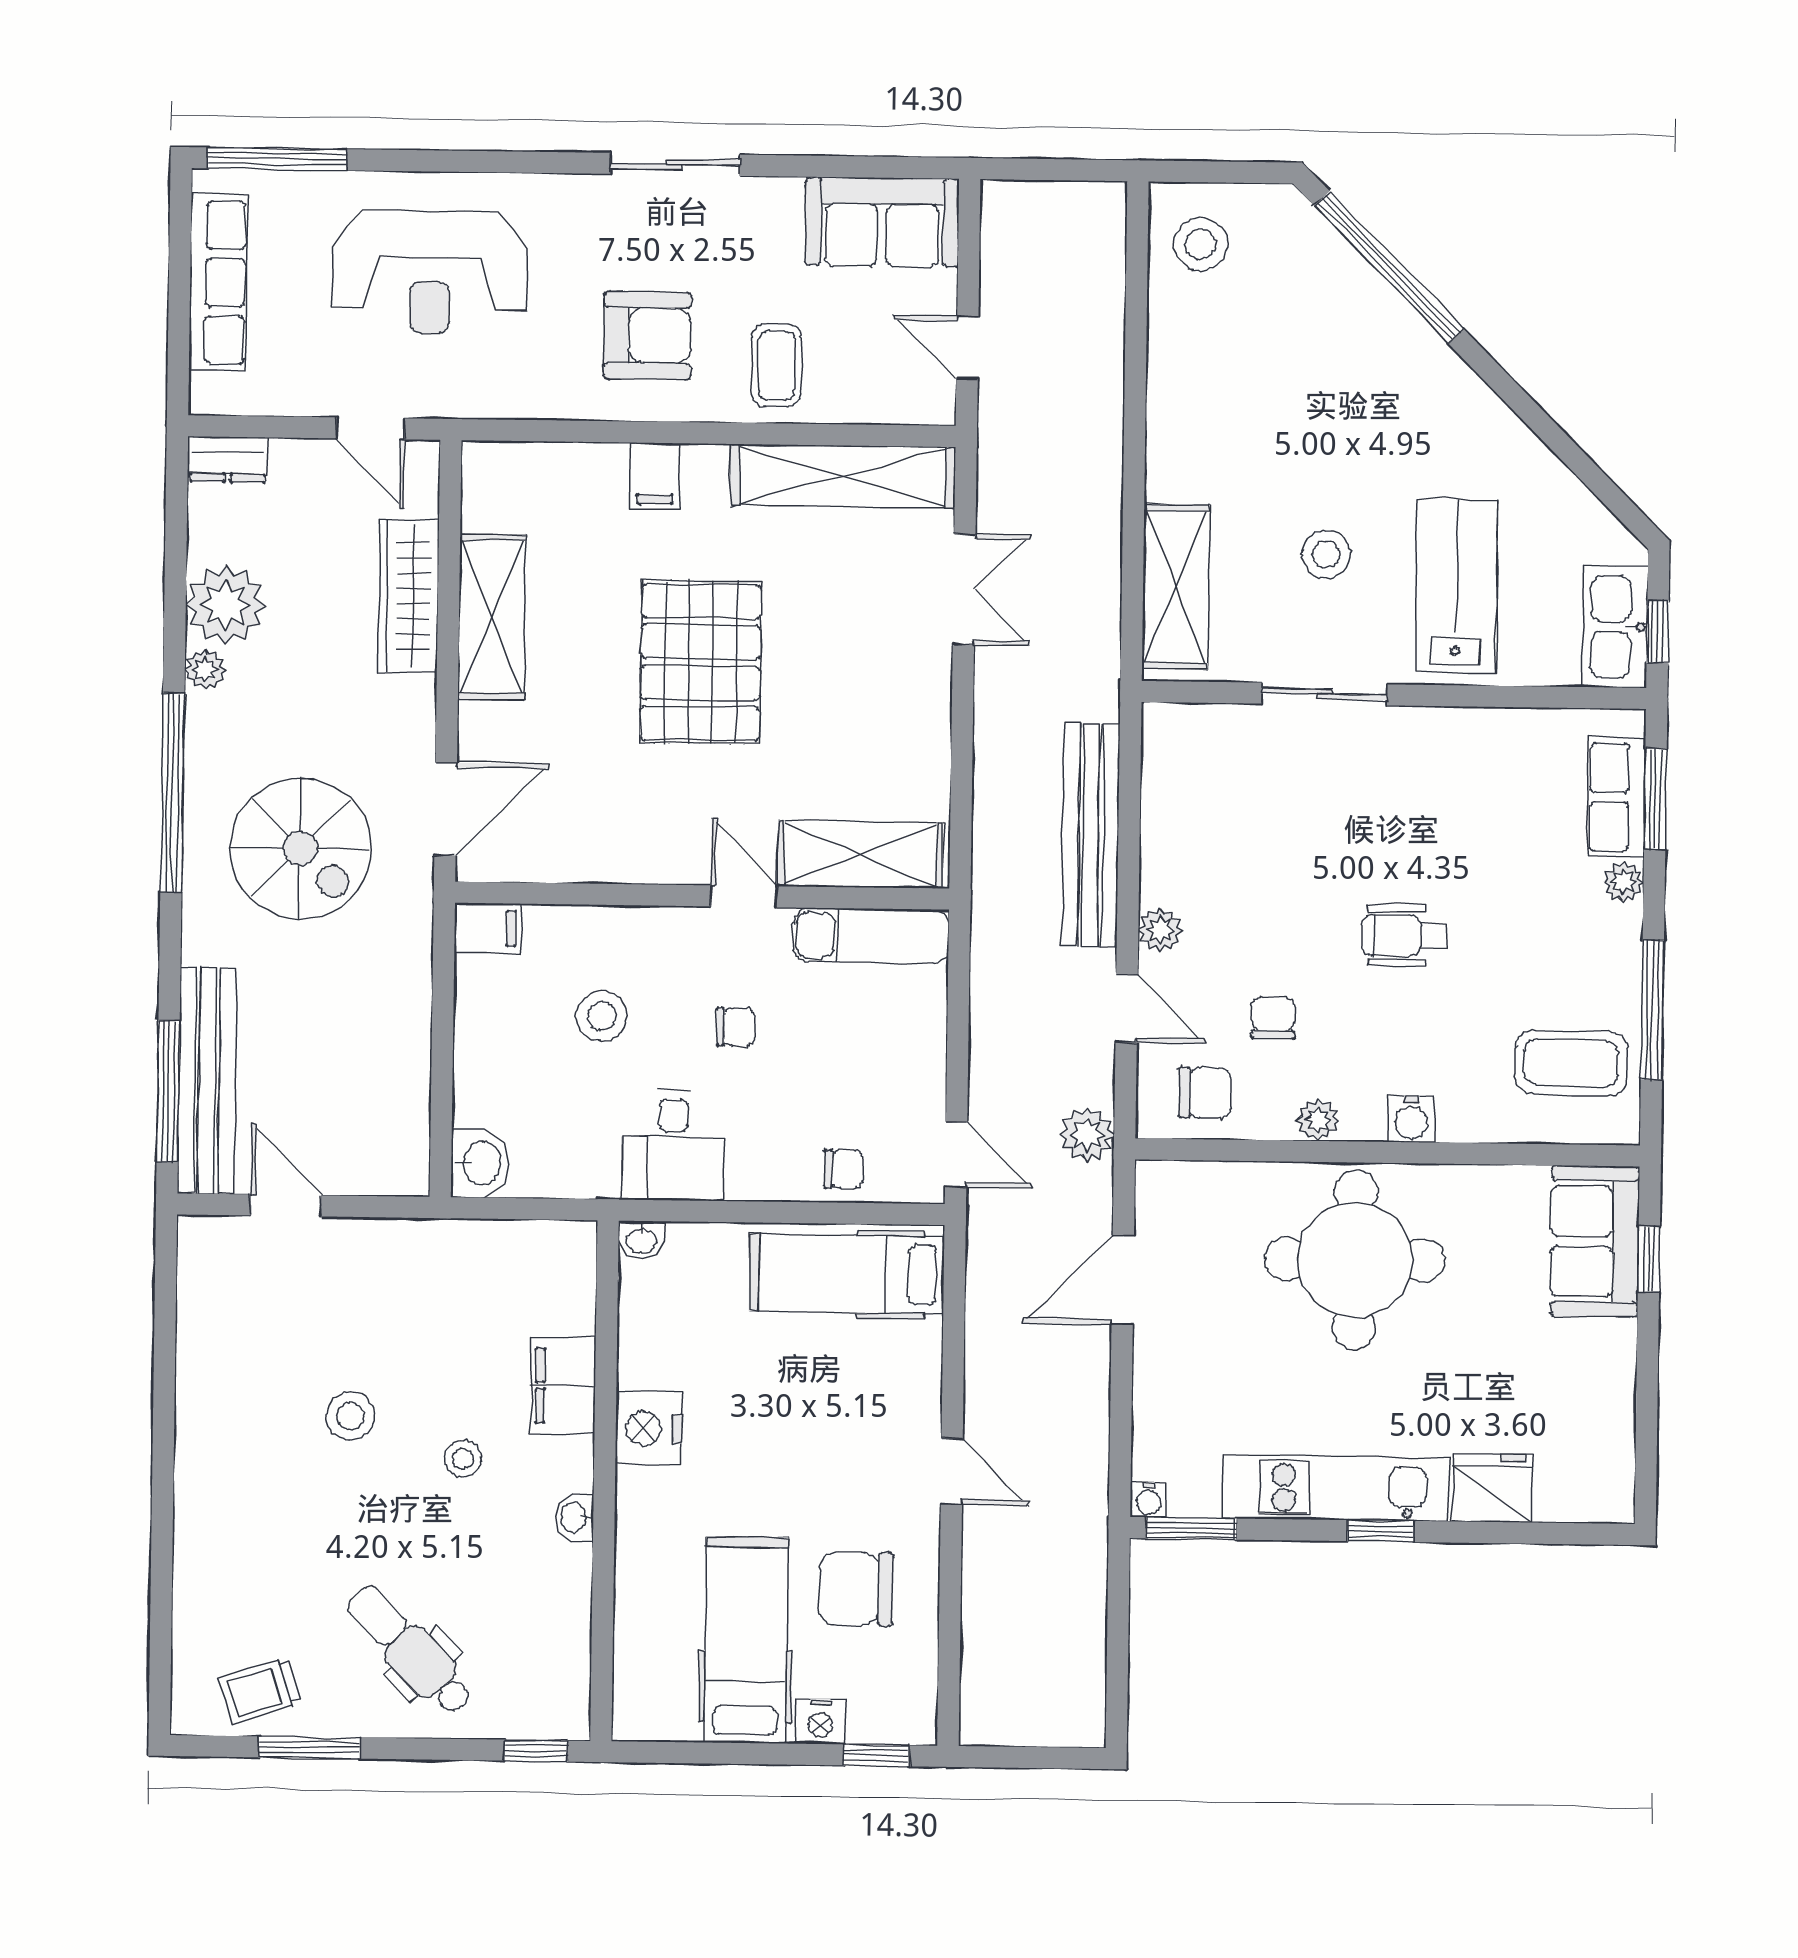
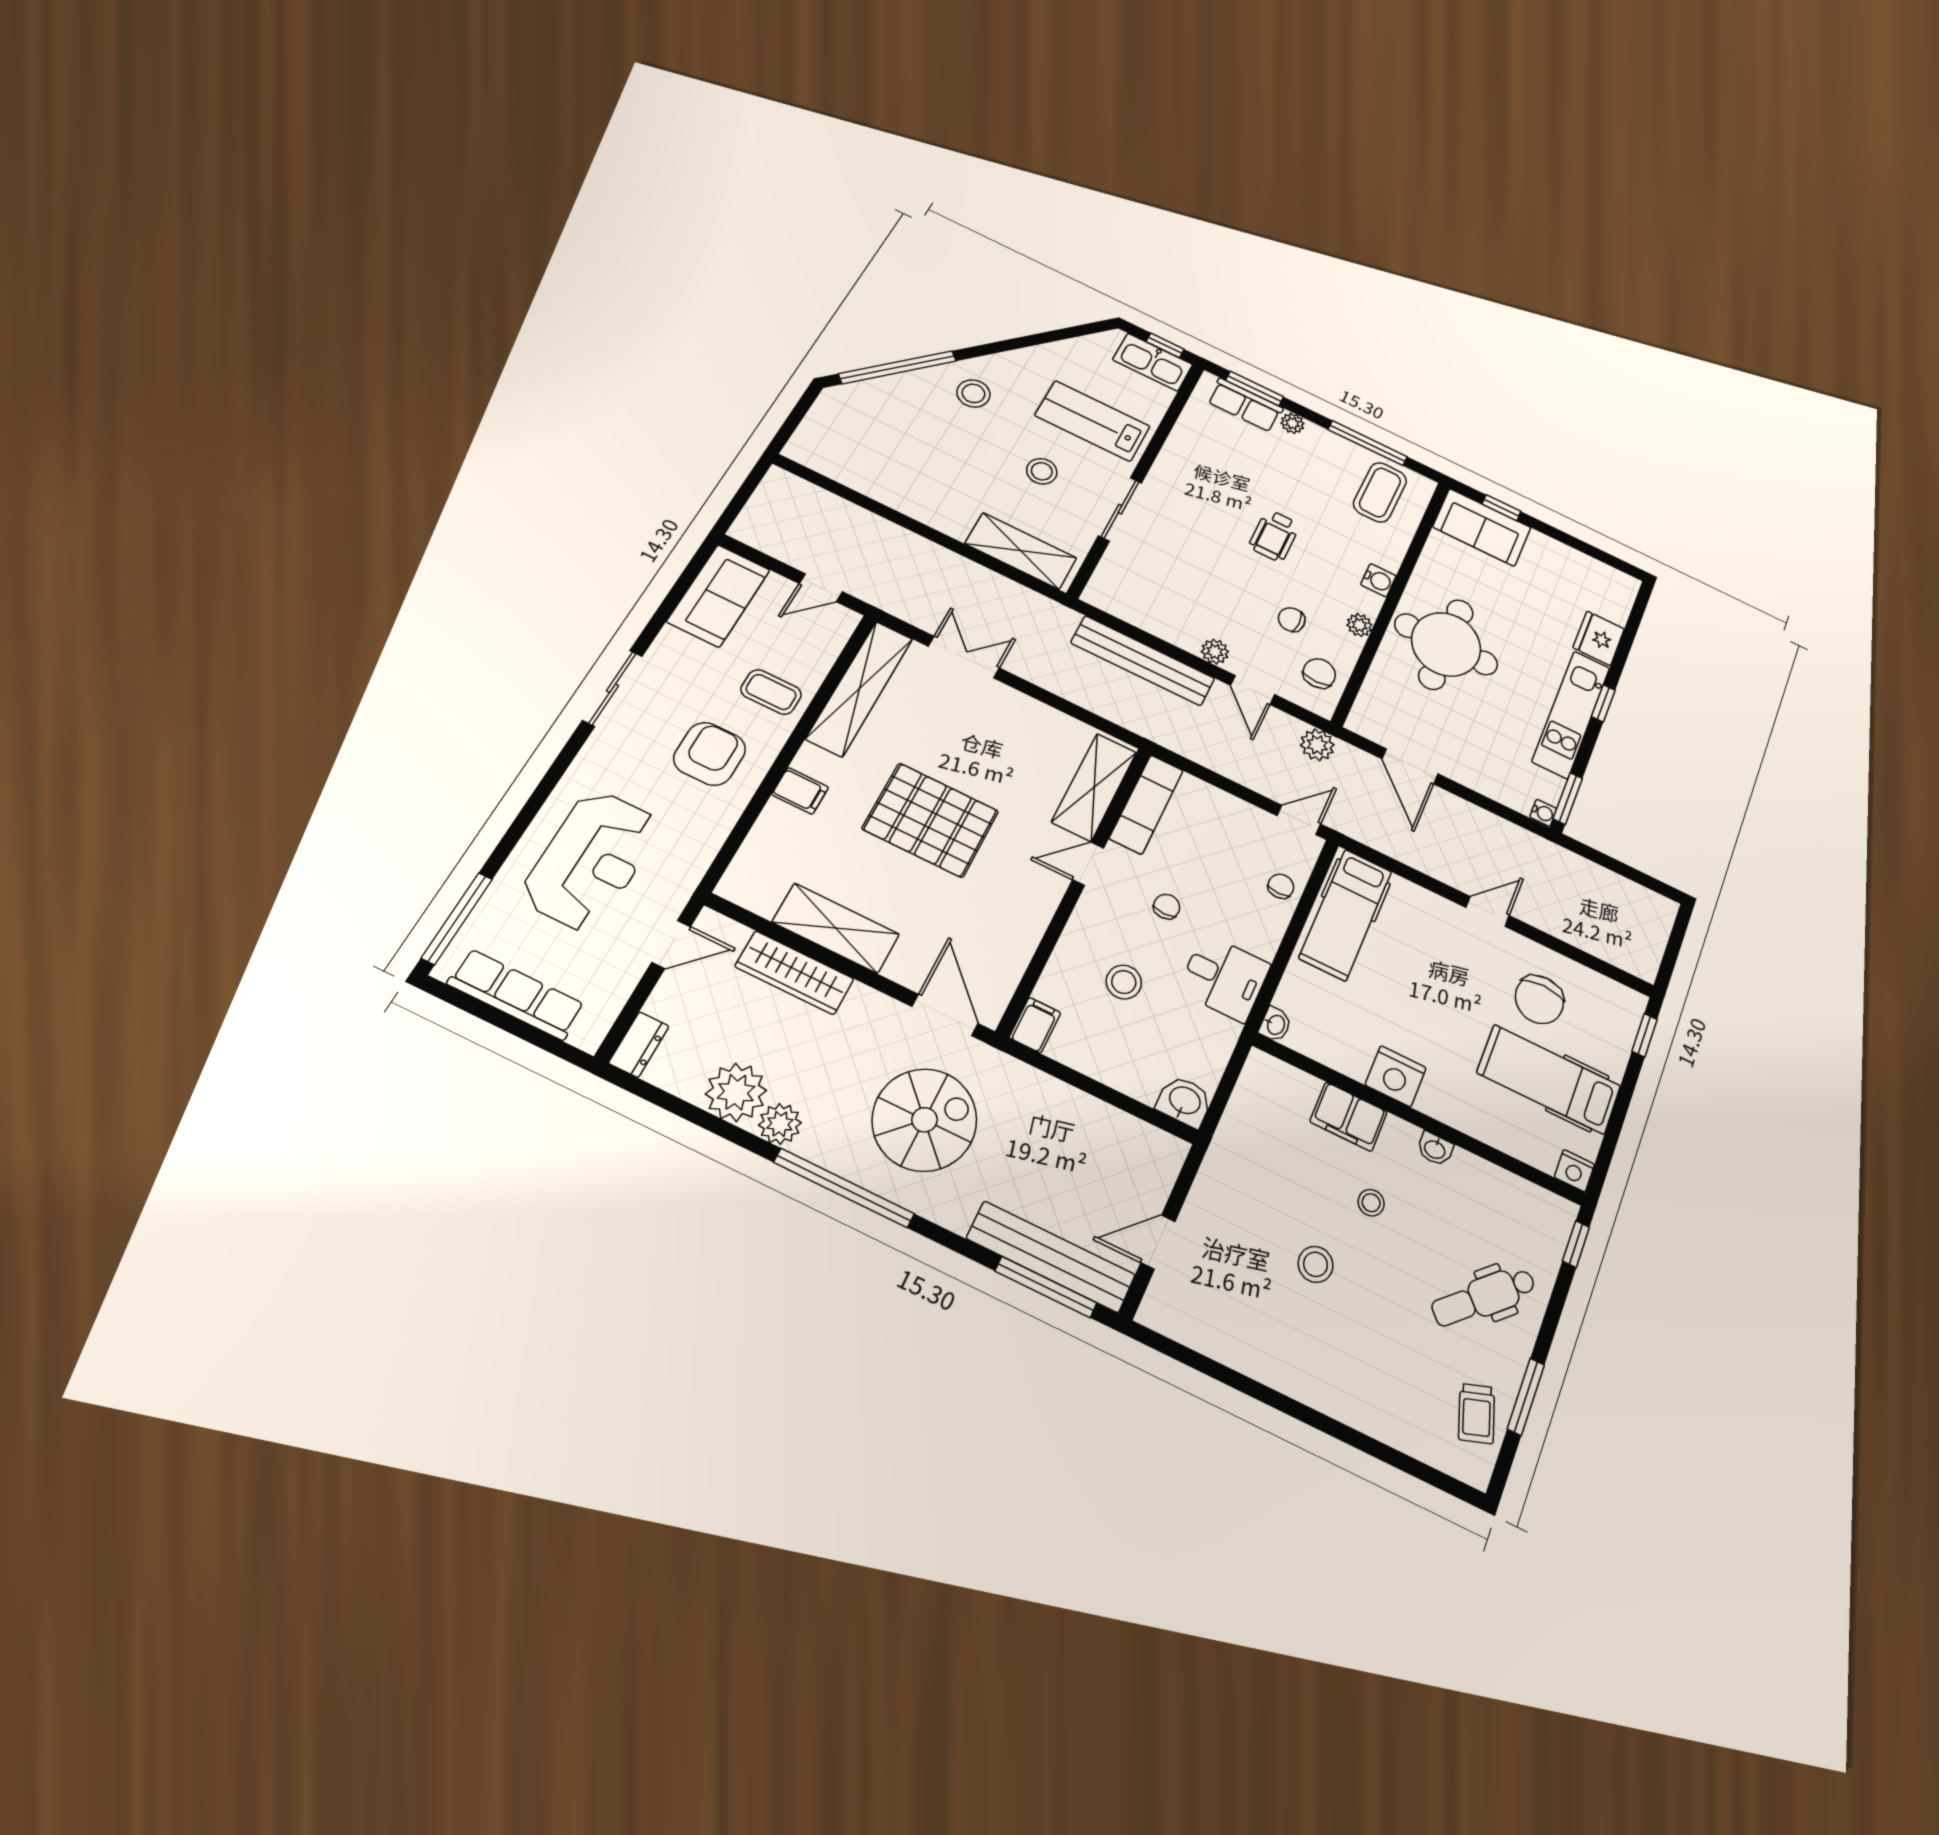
stool: (1201, 244) -> (973, 393), moved
plant: (205, 670) -> (780, 1124), width x1.38, depth x1.38
door: (1127, 1008) -> (1253, 690), swing flipped
nightstand: (820, 1721) -> (1574, 1171), moved, turned 90

